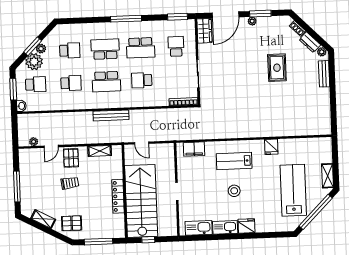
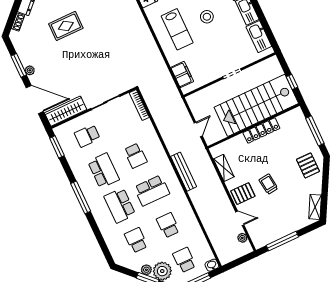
wardrobe: (204, 31) -> (66, 111), width x1.50
school desk: (106, 82) -> (152, 190), turned 90
window: (17, 186) -> (282, 241), moved
shelving: (43, 219) -> (315, 207), moved

